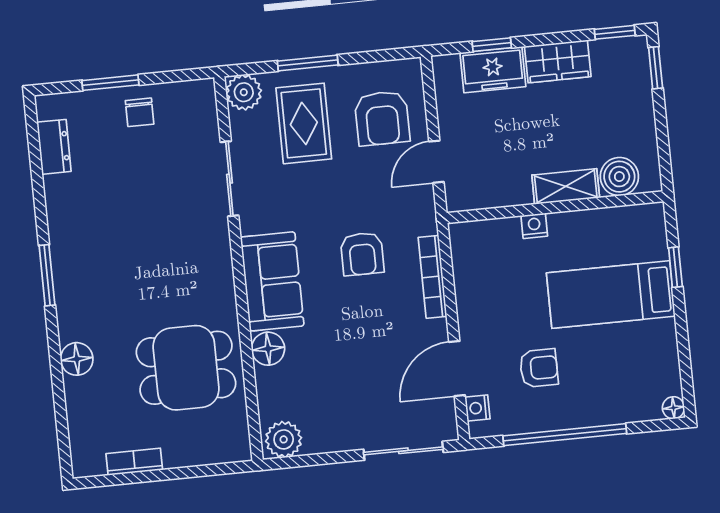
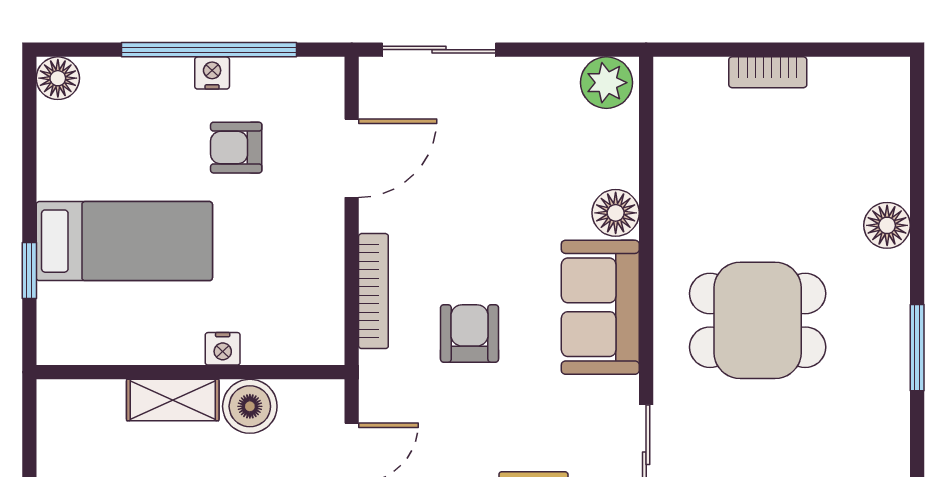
boiler: (619, 177) -> (250, 406), moved
dining table: (186, 368) -> (758, 320), moved
nightstand: (477, 408) -> (212, 73), moved, turned -90
floor lamp: (673, 408) -> (58, 78), width x1.37, depth x1.37
bookcase: (134, 462) -> (768, 72), moved

